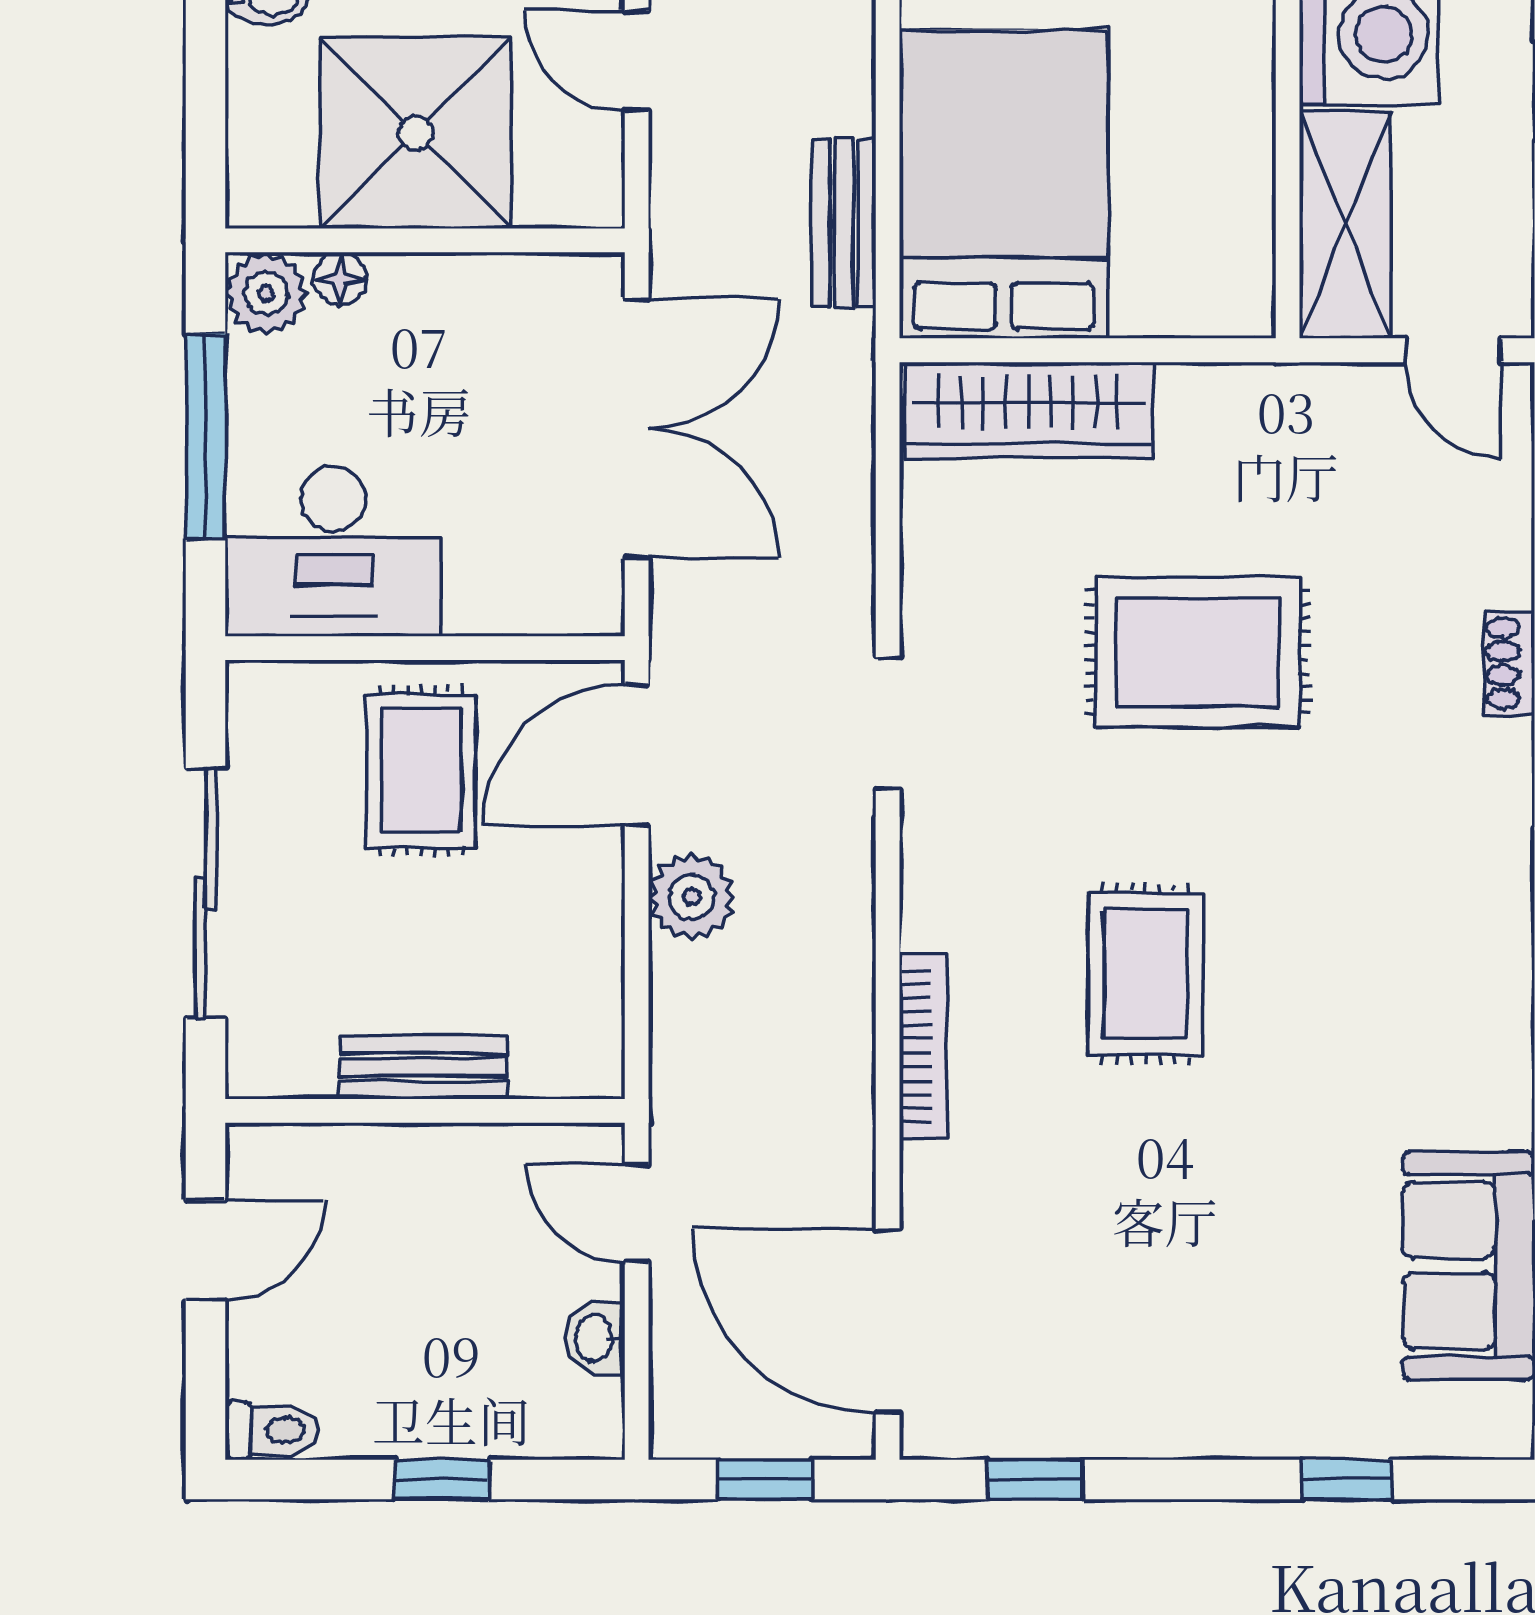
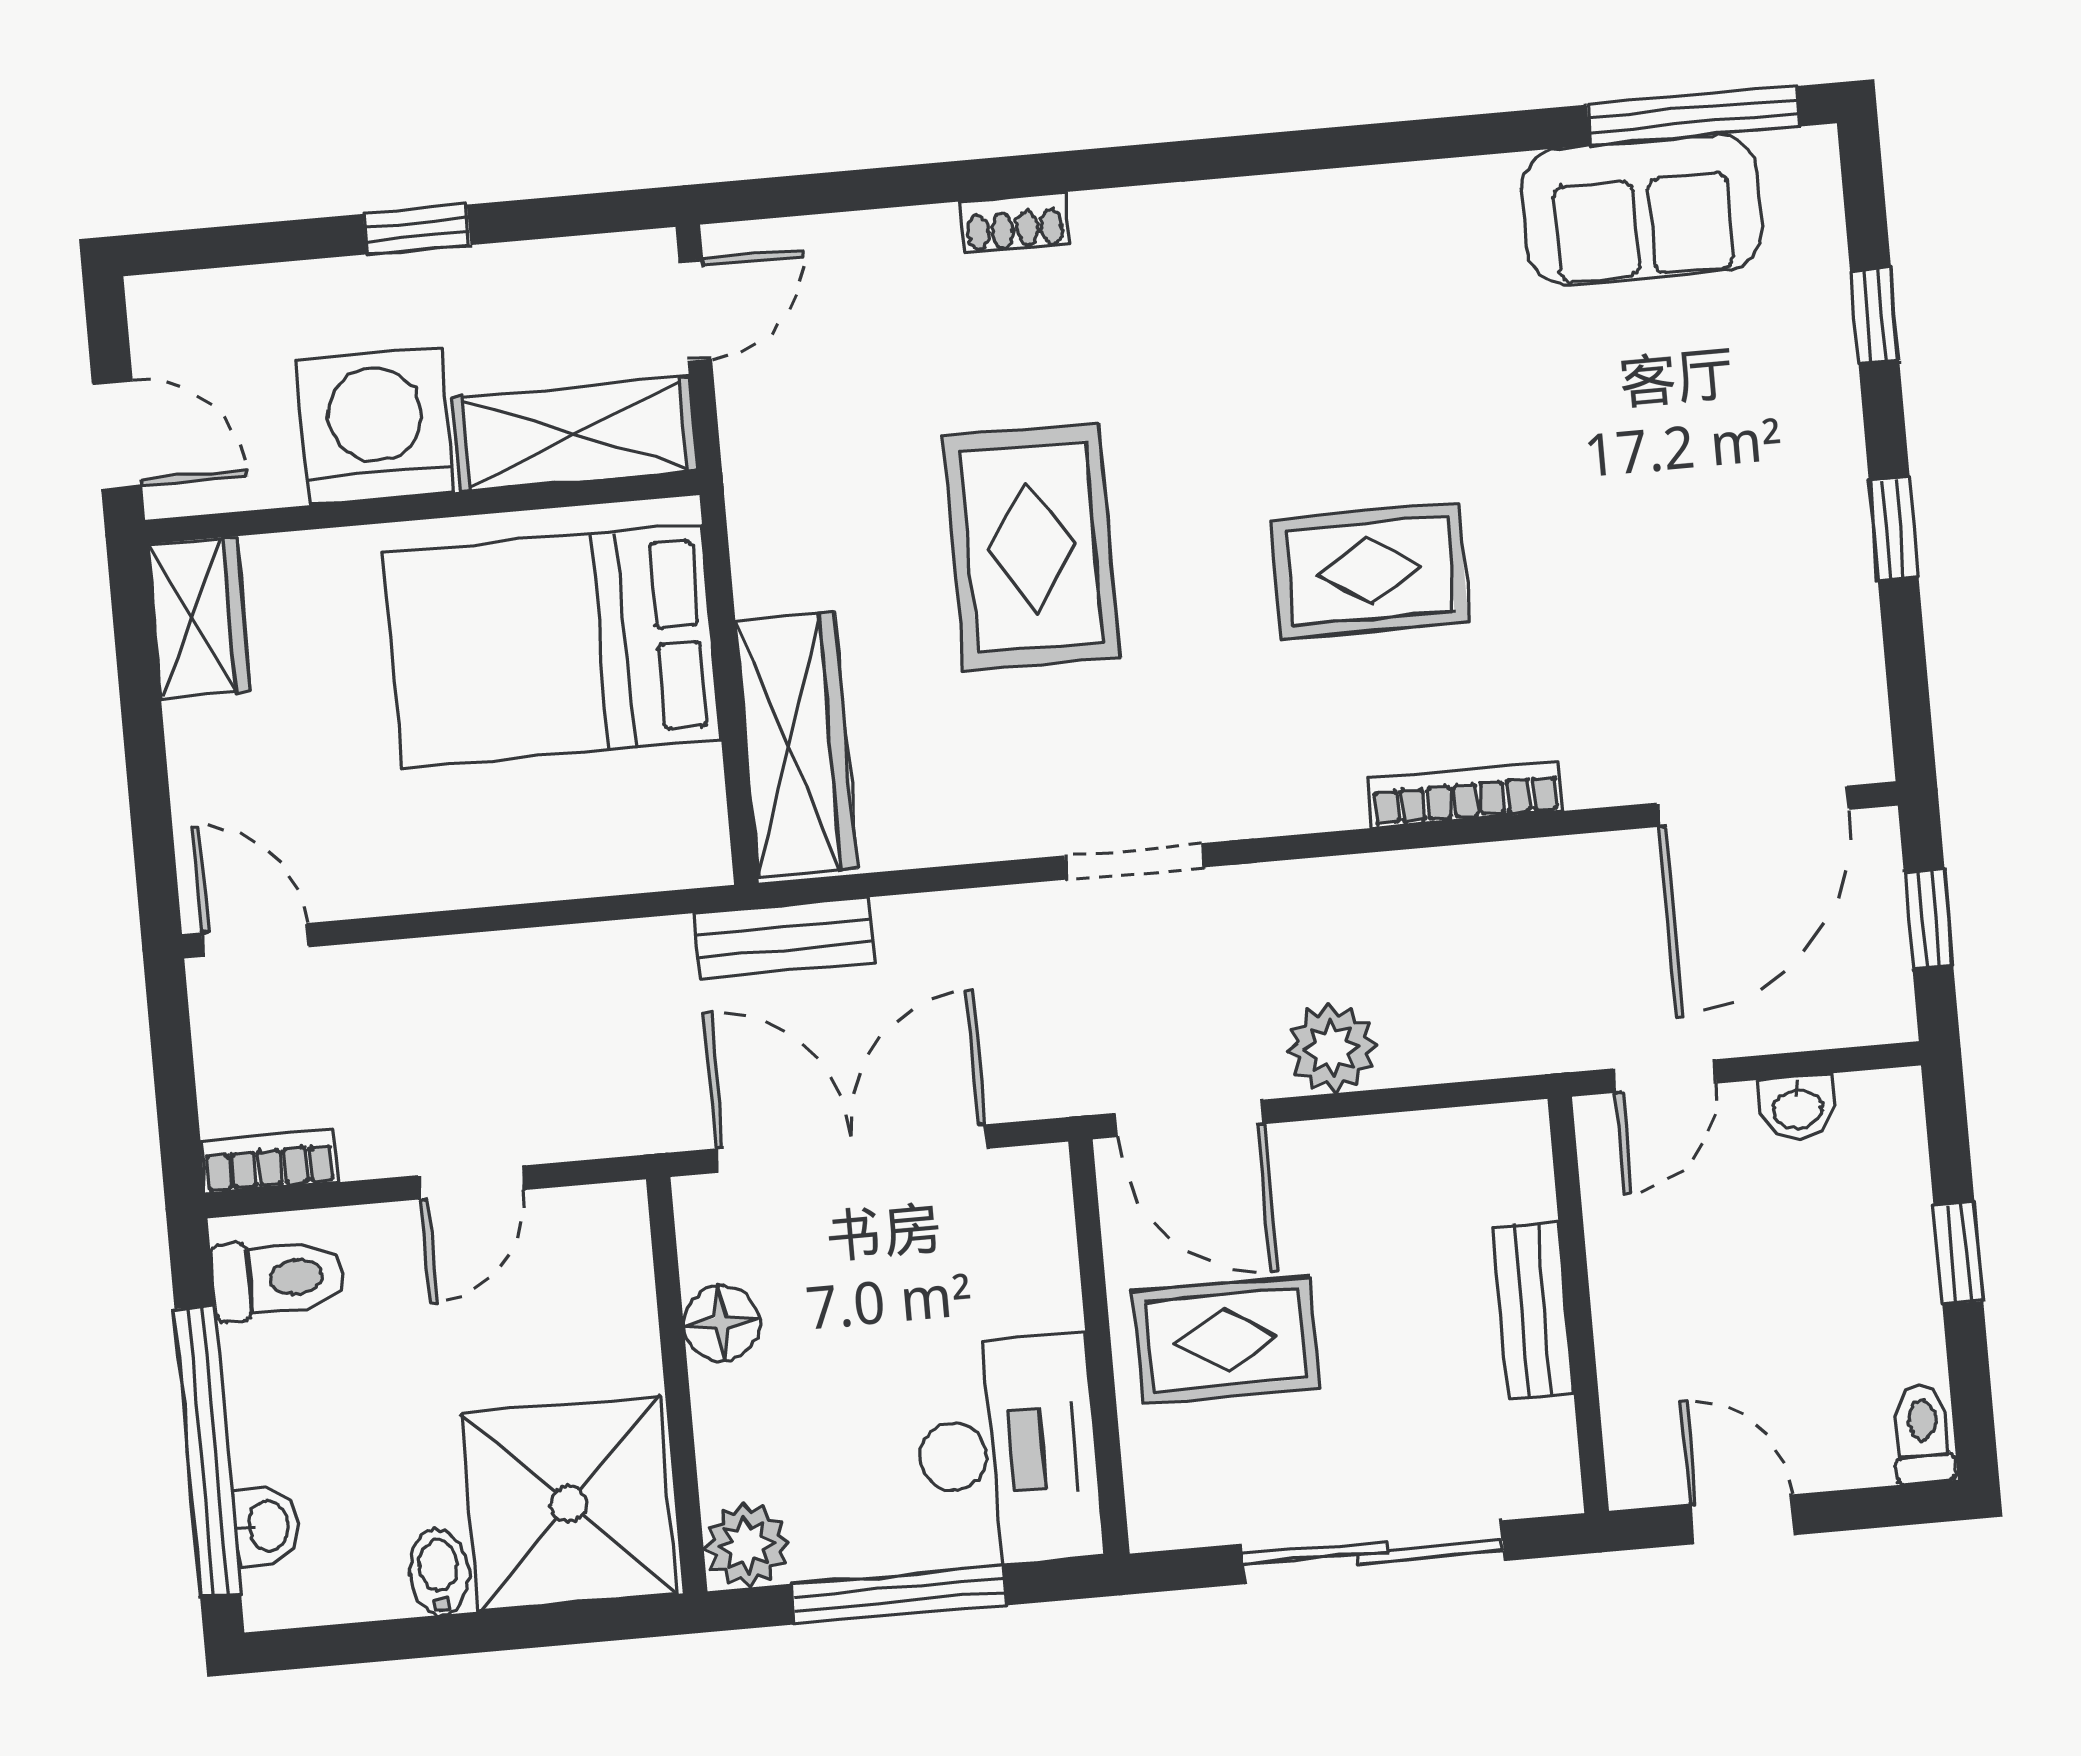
shower: (416, 133) -> (569, 1504), moved
bed: (1004, 184) -> (552, 646), moved
bench: (844, 223) -> (784, 938), moved
floor lamp: (340, 279) -> (721, 1323), moved, width x1.37, depth x1.37
window: (1035, 1479) -> (1894, 529), moved

